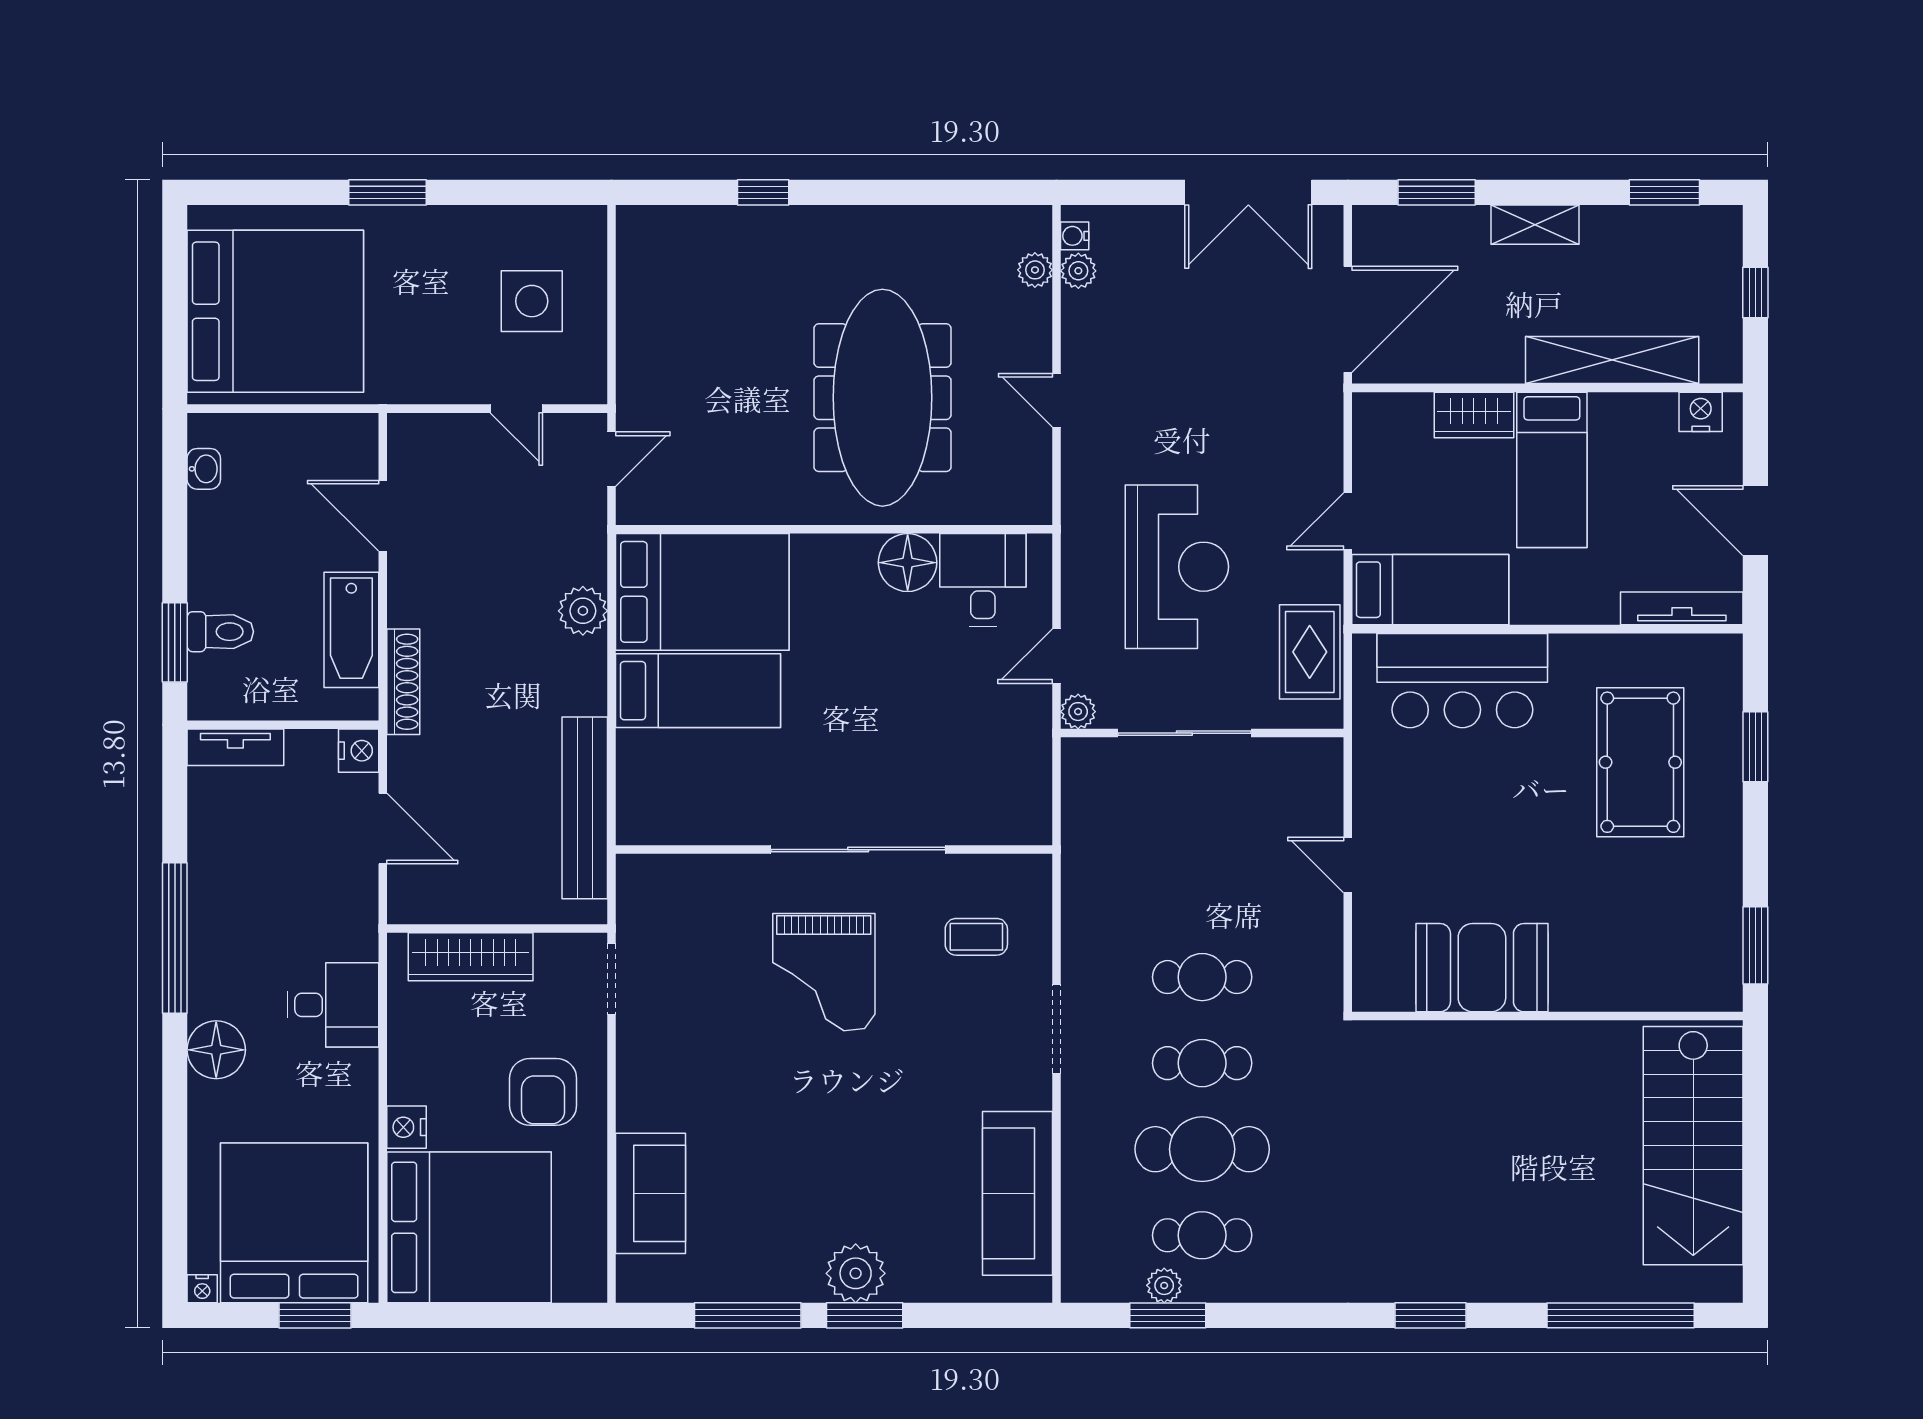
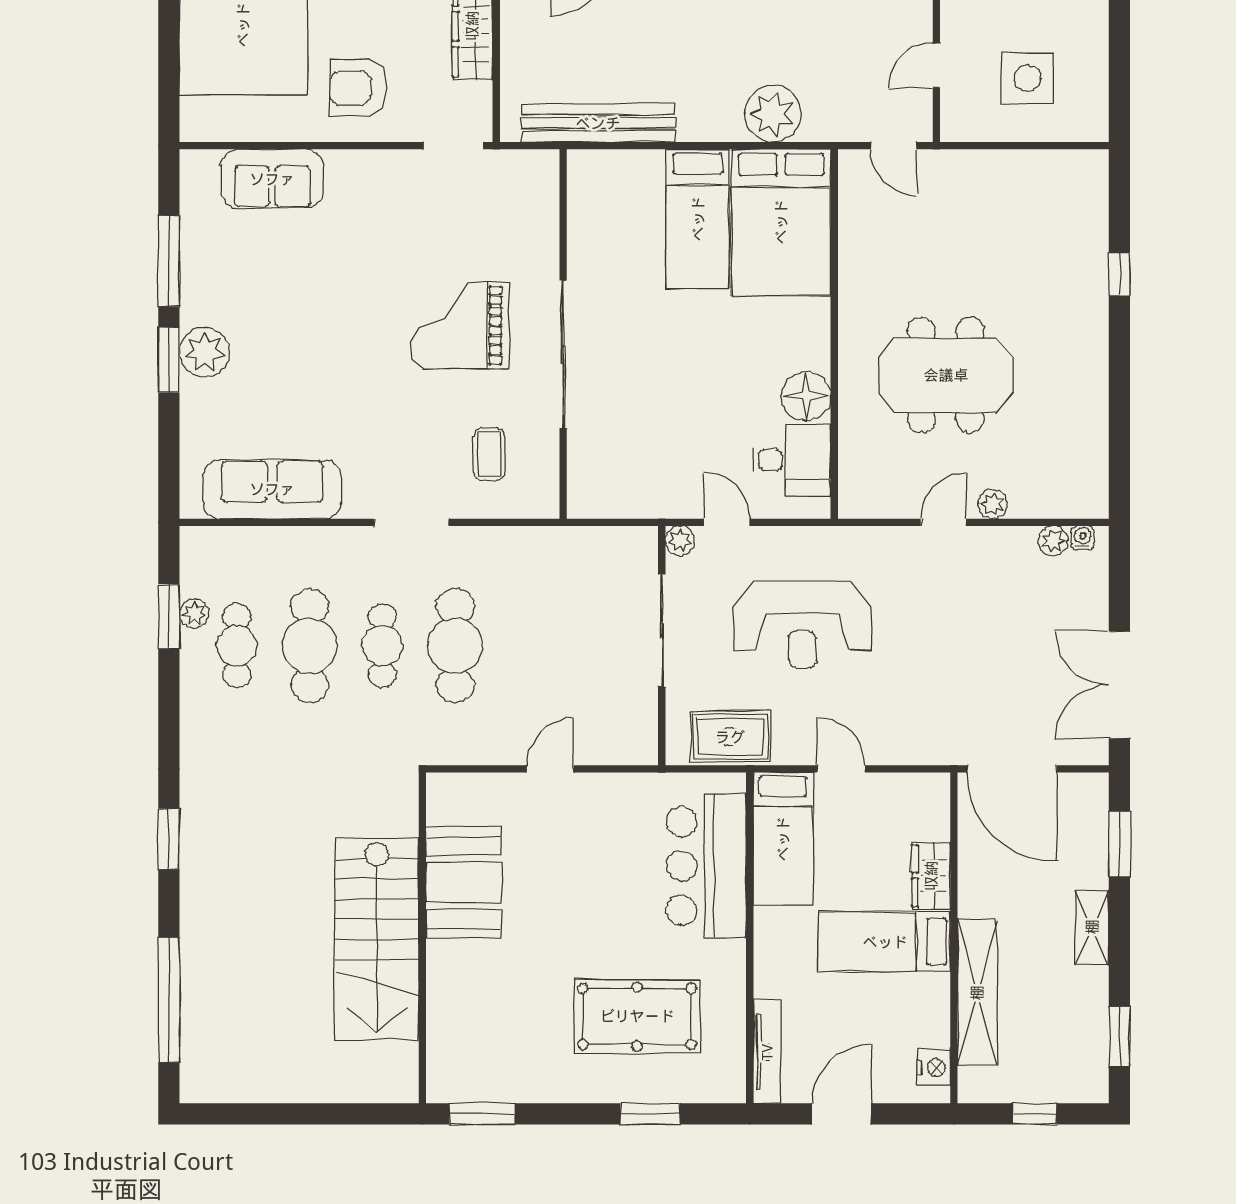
plant: (1035, 270) -> (993, 504), moved
meeting table: (882, 398) -> (946, 375), width x0.73
plant: (583, 611) -> (773, 114), width x1.36, depth x1.36
cafe table: (1202, 977) -> (455, 646), width x1.37, depth x1.35
stairs: (1693, 1146) -> (377, 939), moved, turned -90

